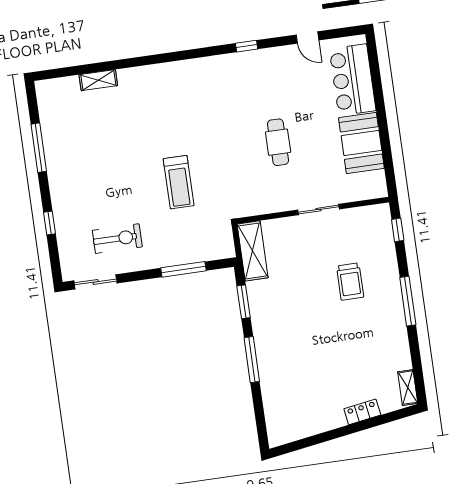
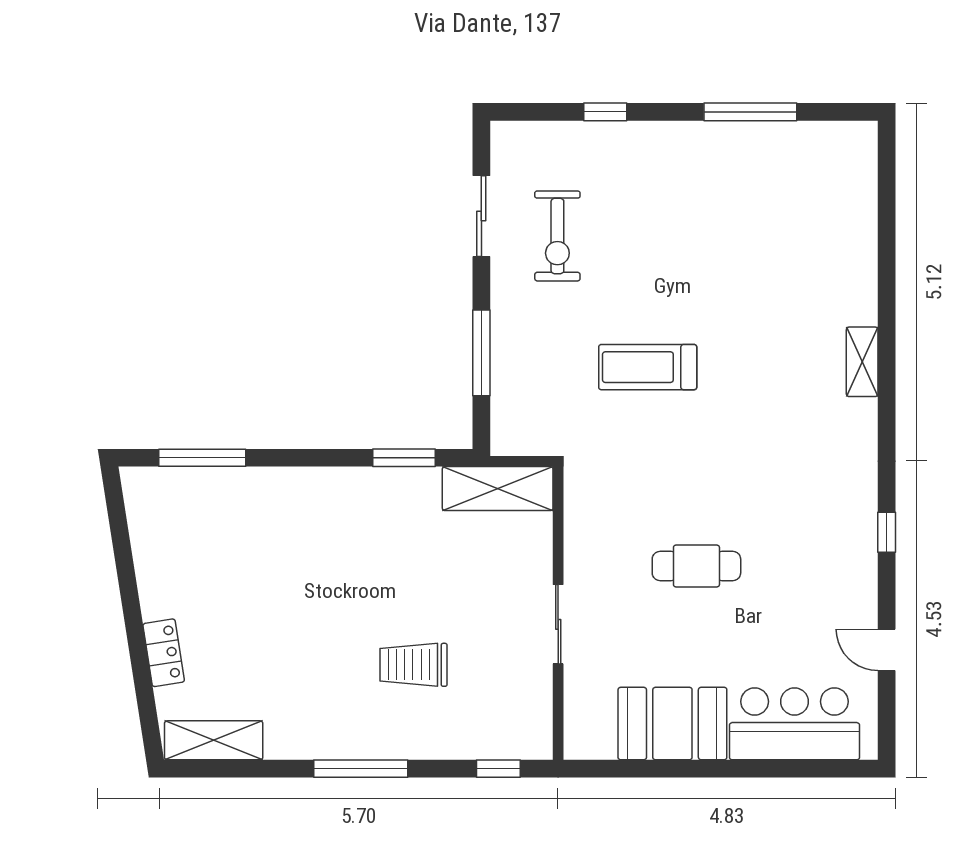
door: (307, 37) -> (887, 650), hinge flipped
shelving: (98, 80) -> (862, 362), moved
sliding door: (96, 282) -> (481, 216), moved
window: (252, 360) -> (202, 458), moved
shelving: (408, 388) -> (214, 740), width x1.50, depth x1.33

